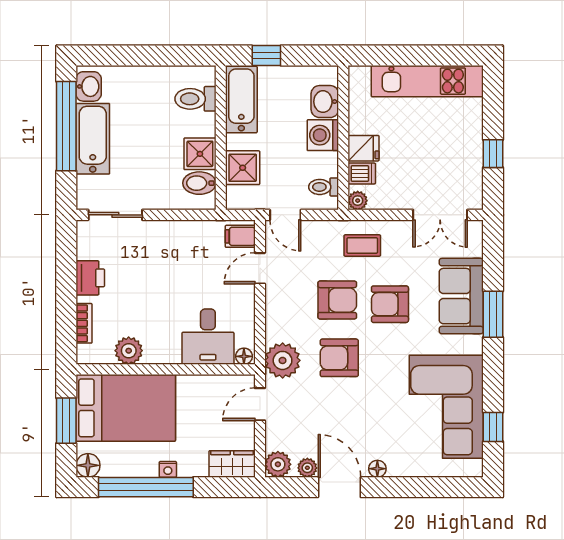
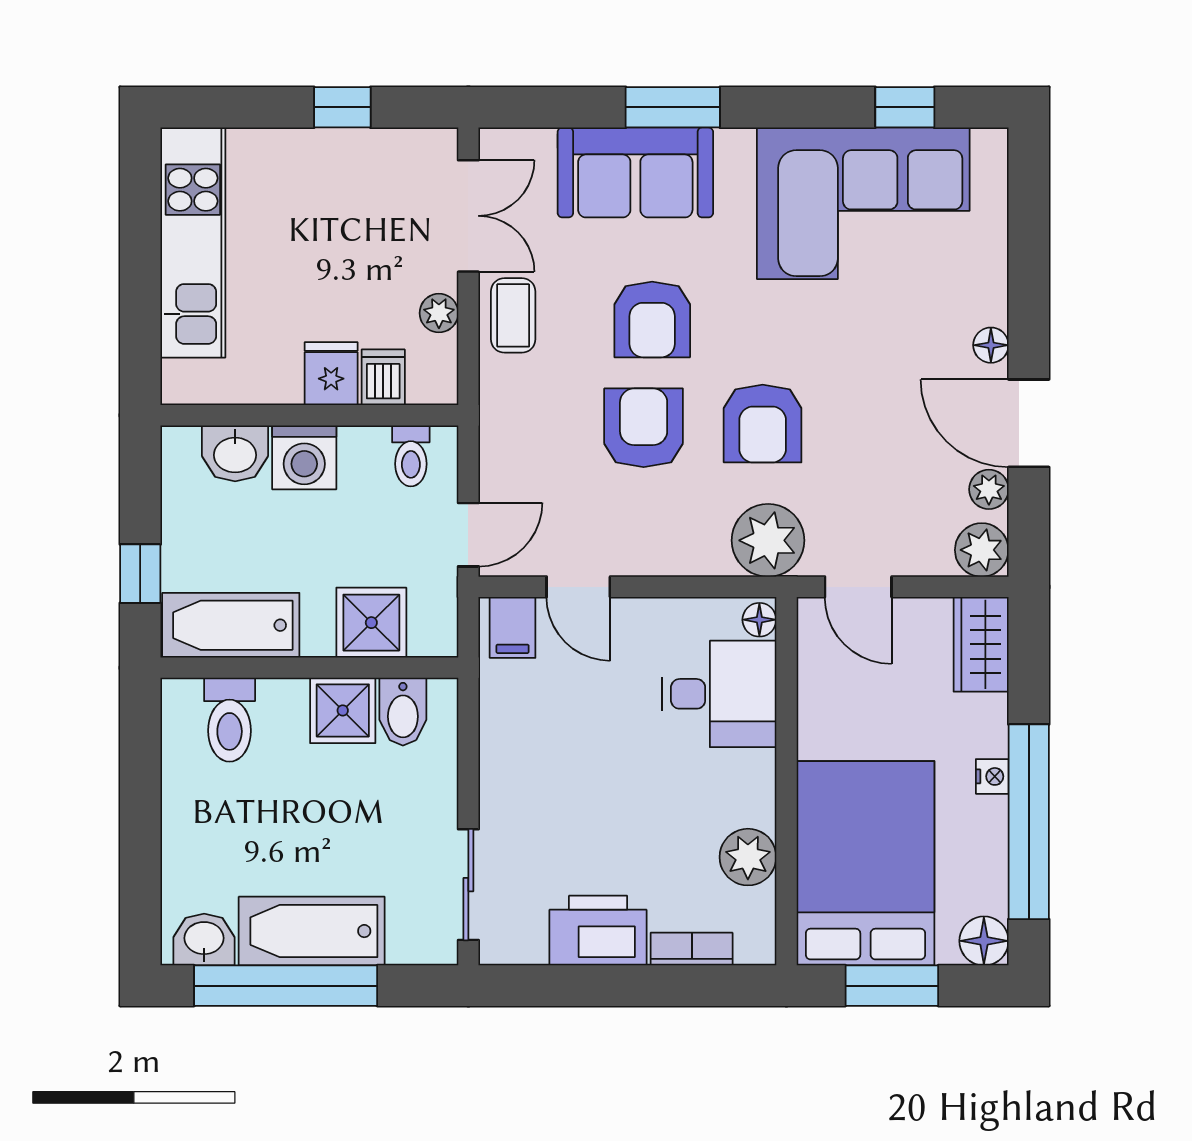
plant: (358, 201) -> (439, 313), moved
coffee table: (362, 246) -> (513, 315), moved
printer: (90, 278) -> (598, 931), width x1.37, depth x1.19
door: (339, 487) -> (1029, 423), hinge flipped

